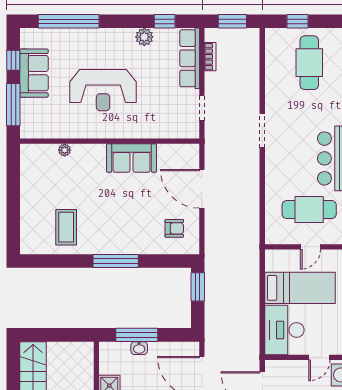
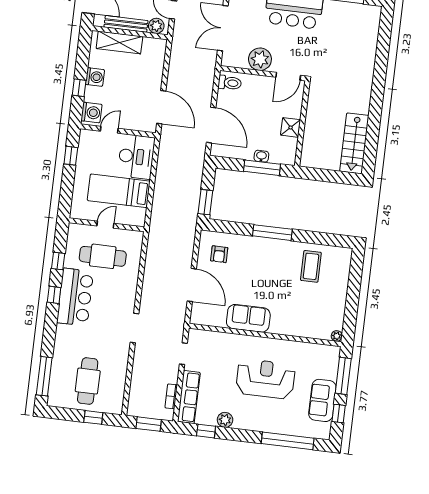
plant: (65, 150) -> (337, 336), moved
armchair: (174, 228) -> (219, 254), turned -90

